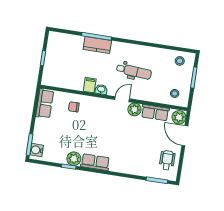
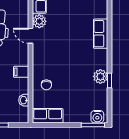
washbasin: (101, 89) -> (24, 100), moved
row of seats: (95, 162) -> (101, 34), moved

